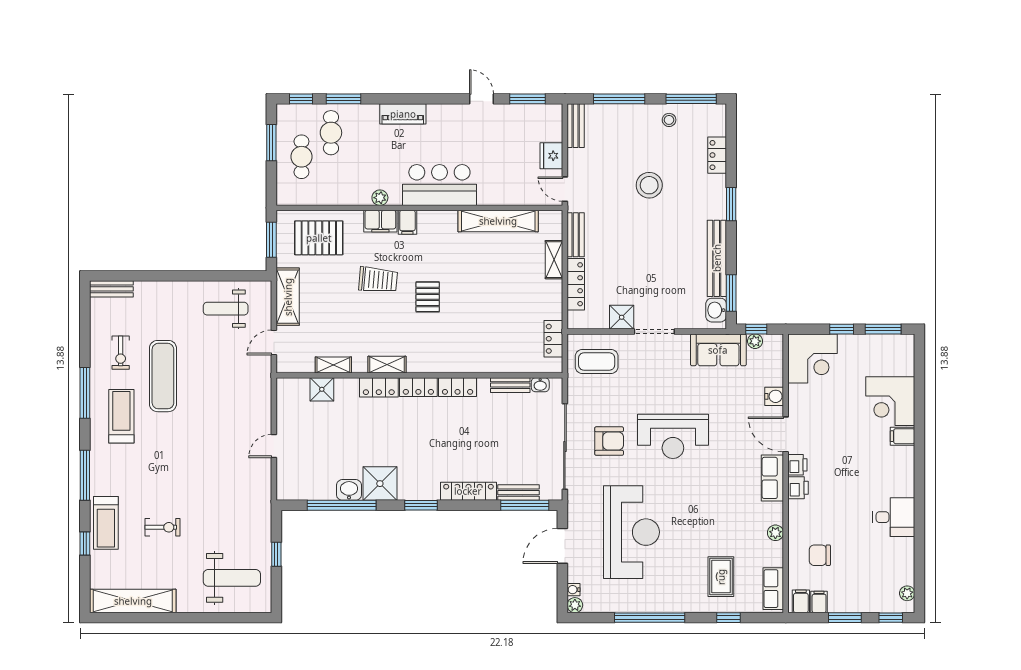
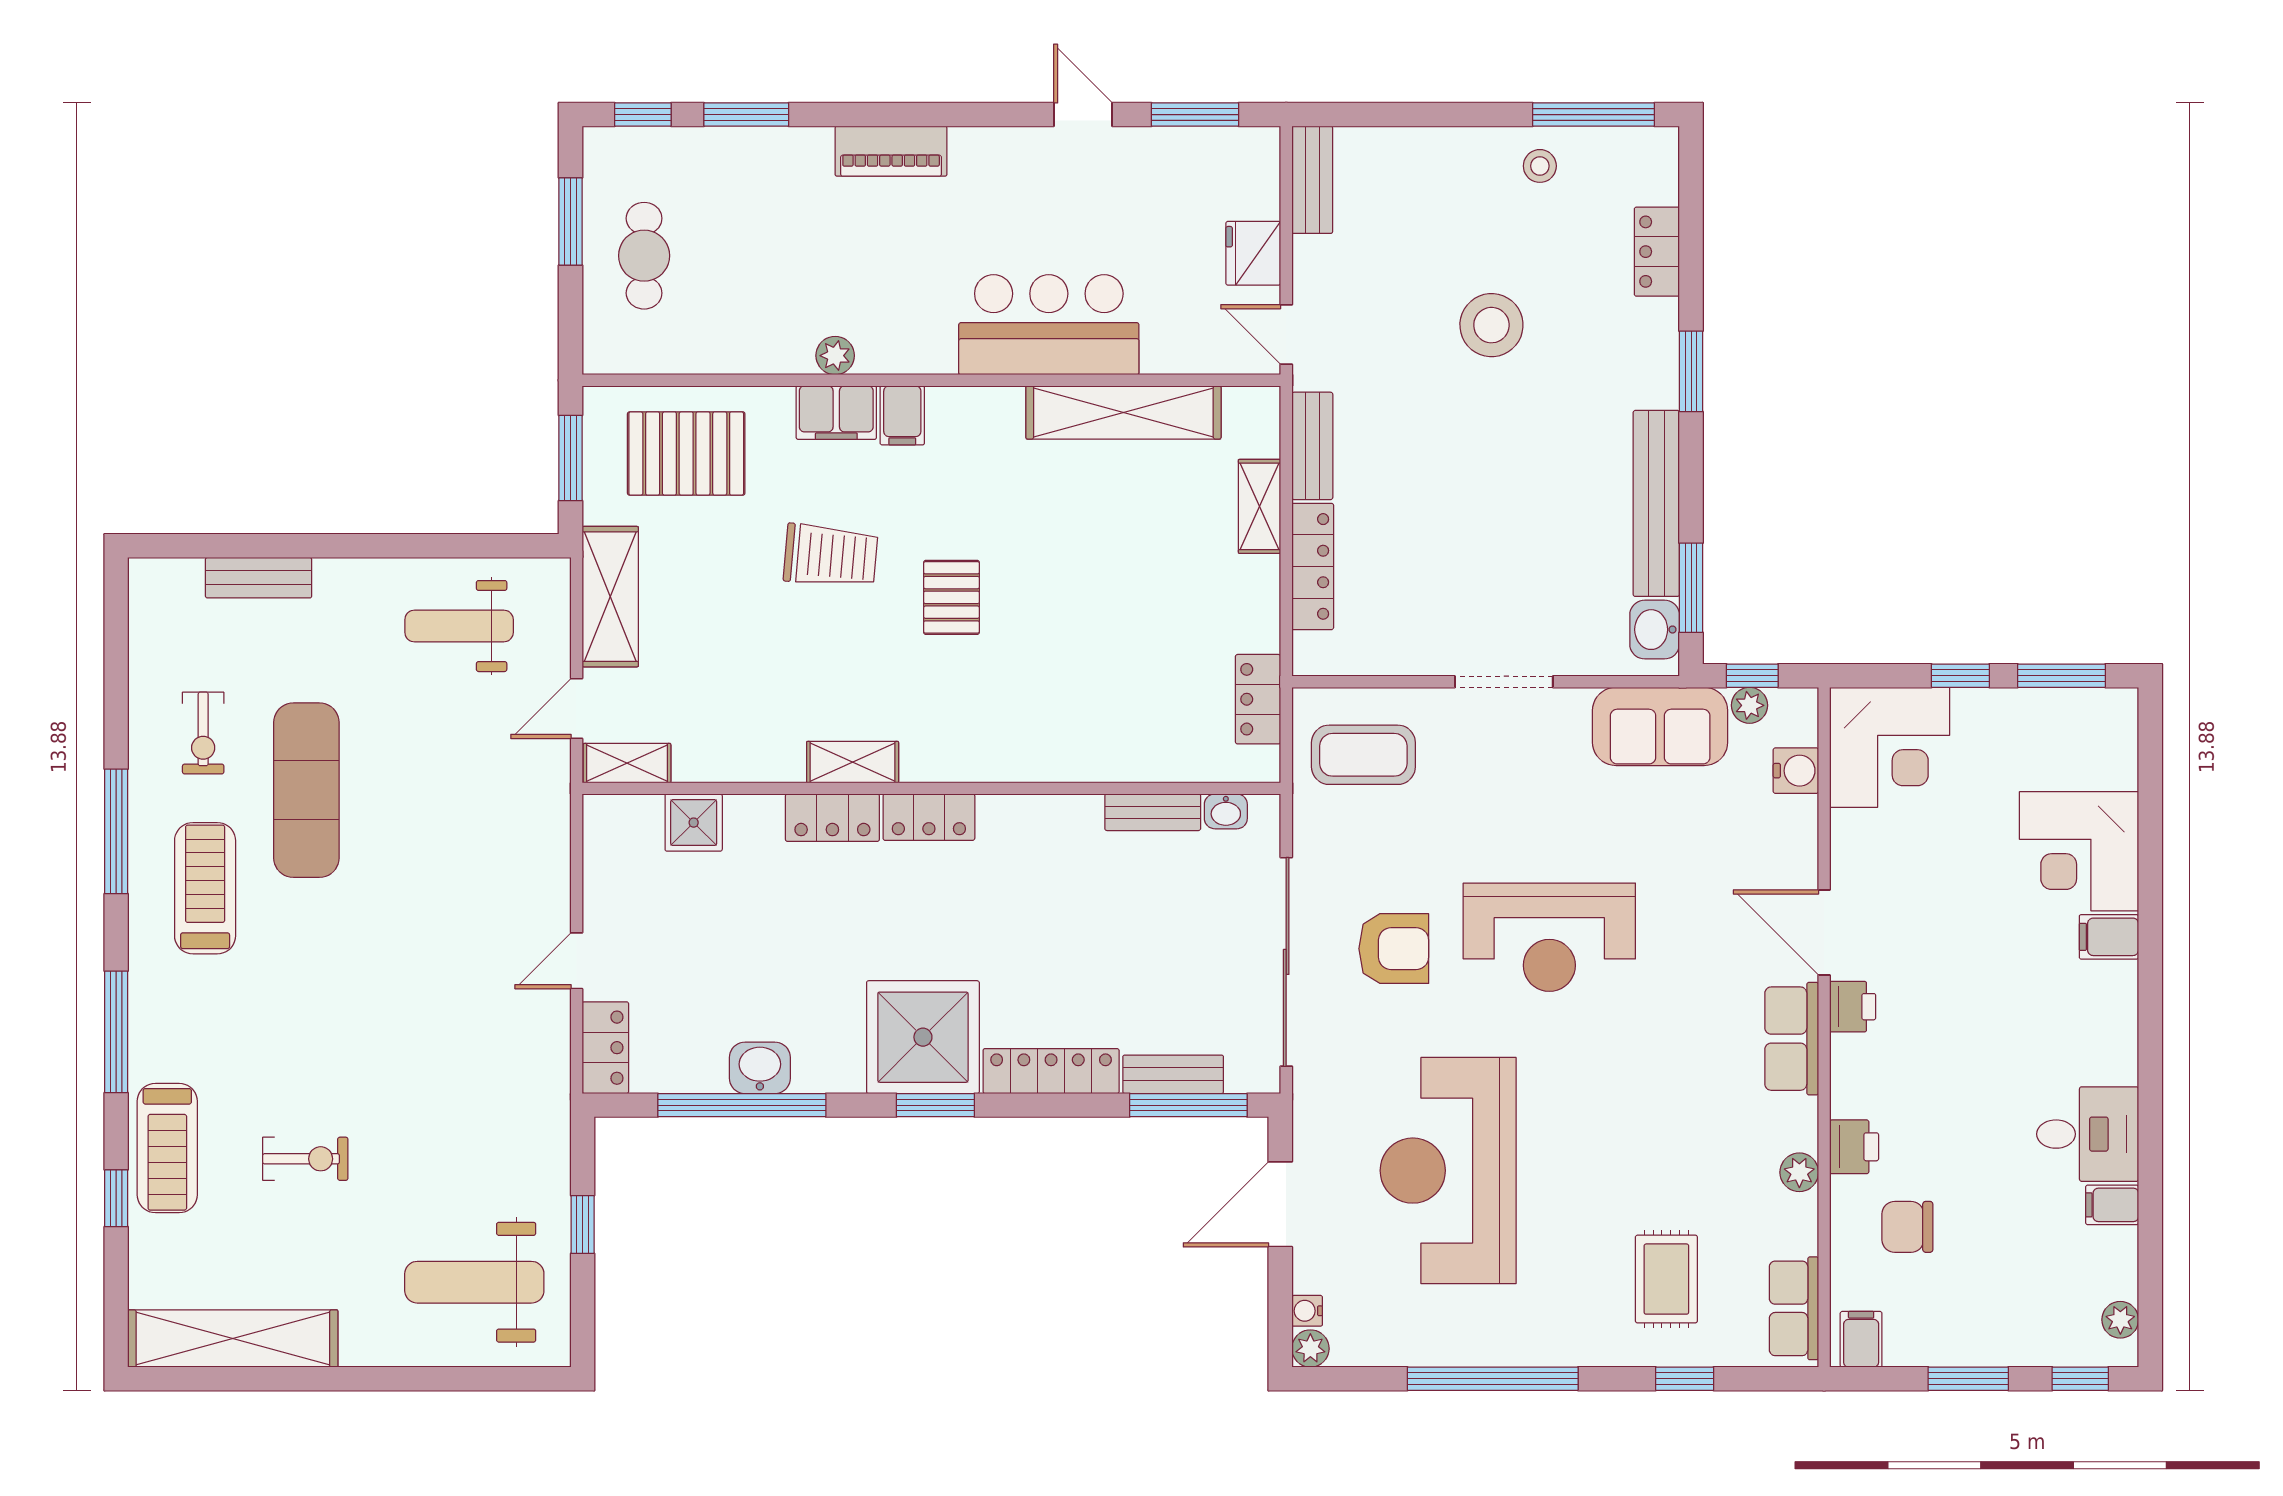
window: (619, 99) -> (1418, 115), removed
cafe table: (331, 133) -> (716, 197), removed
bar counter: (439, 185) -> (1049, 325), moved
bench: (111, 289) -> (259, 578), moved
shower: (622, 317) -> (1424, 647), removed
shelving: (333, 365) -> (627, 763), moved
locker: (458, 387) -> (605, 1048), moved, turned -90
water cooler: (774, 396) -> (1796, 771), moved
shower: (380, 484) -> (923, 1037), moved, width x1.37, depth x1.37
printer: (798, 488) -> (1854, 1147), moved
reception desk: (631, 532) -> (1448, 1171), turned 180
weight bench: (232, 578) -> (474, 1282), turned 180
filing cabinet: (819, 602) -> (2112, 1205), moved, turned -90

